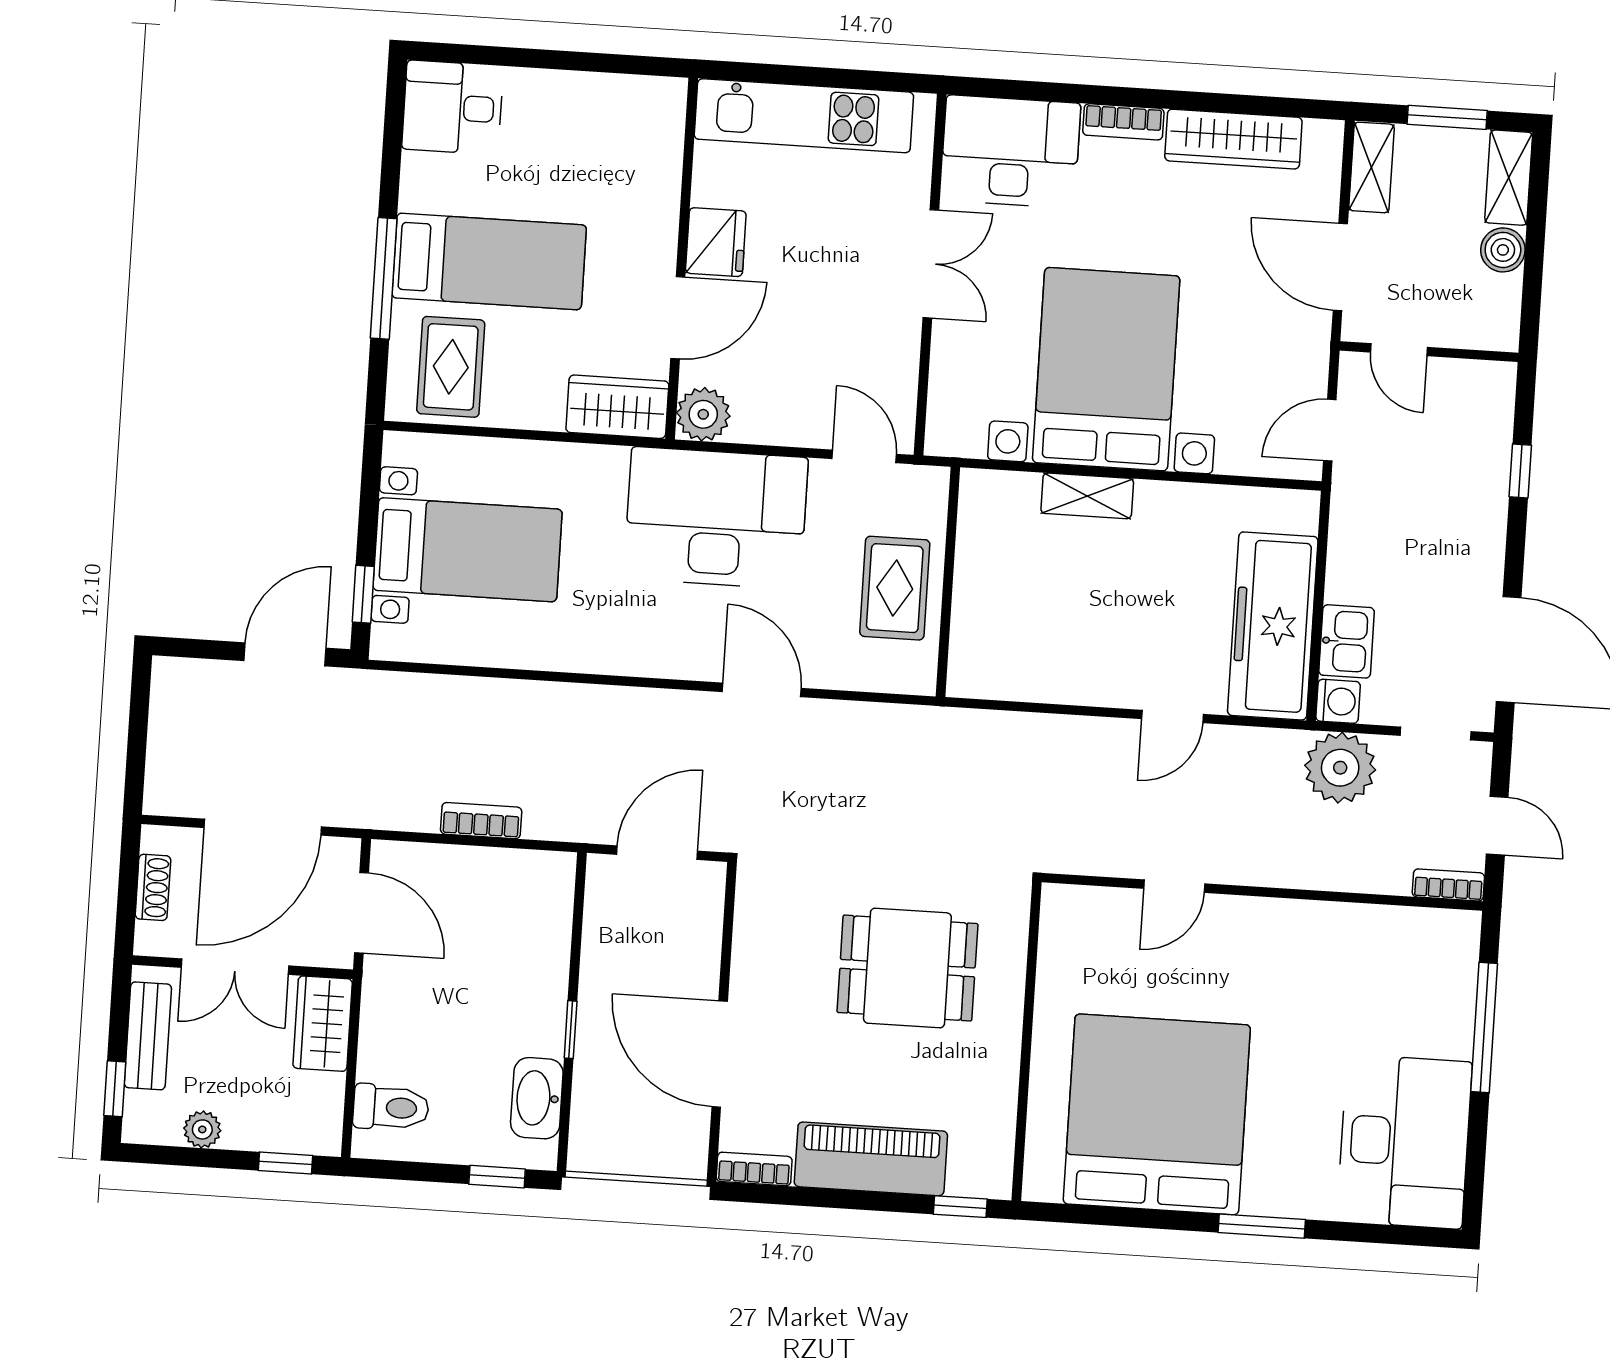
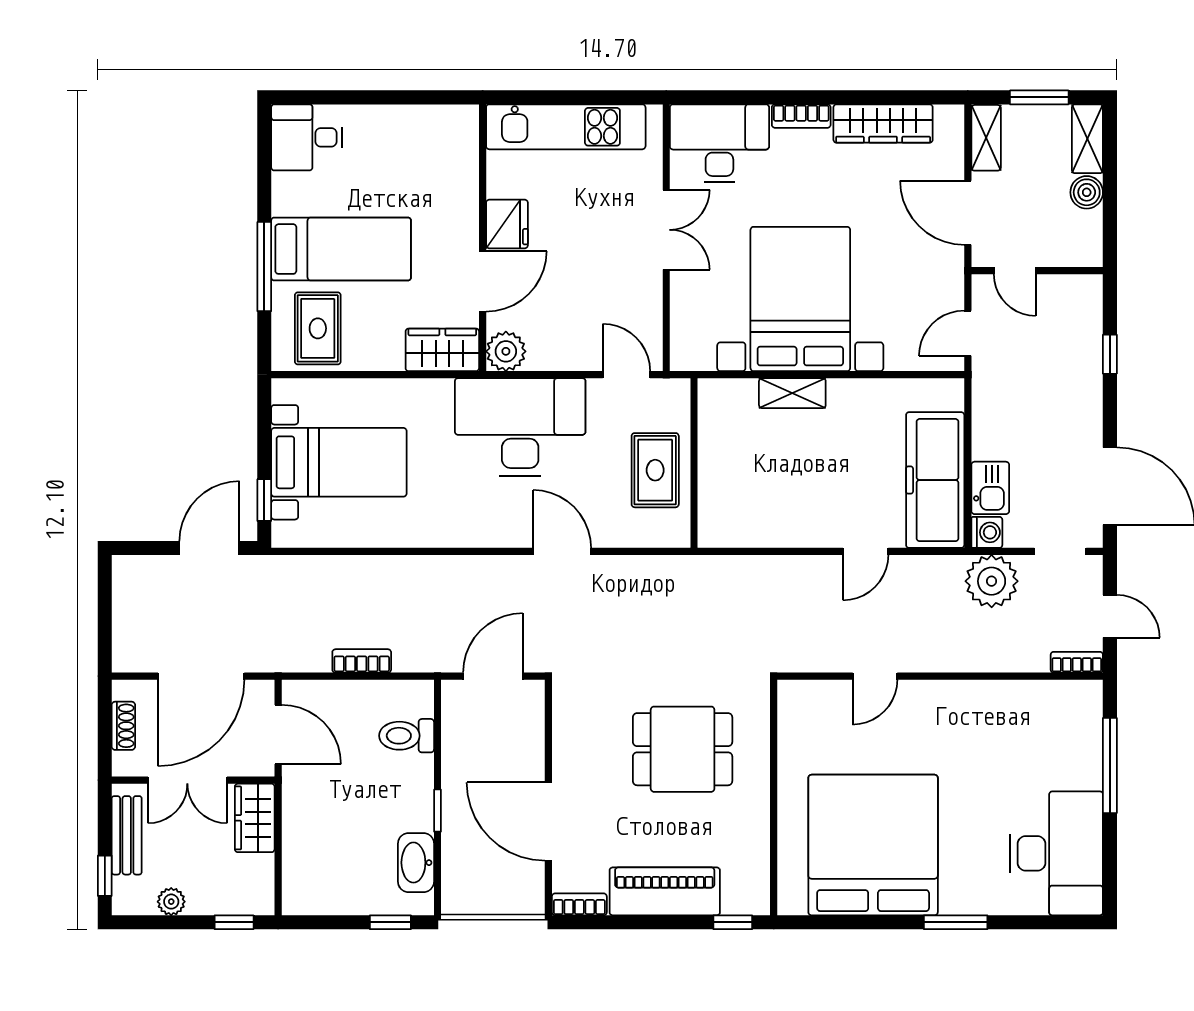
toilet: (391, 1107) -> (407, 736), moved, turned 180

